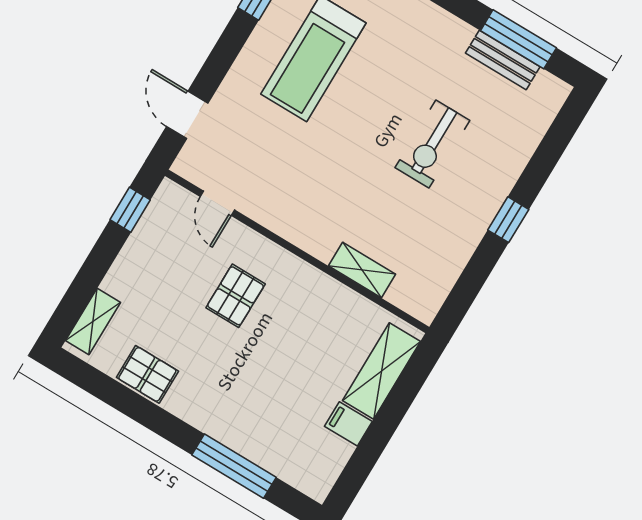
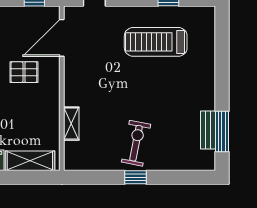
exercise bike: (432, 144) -> (136, 143), moved, turned 101
door: (217, 203) -> (62, 38), width x1.87

